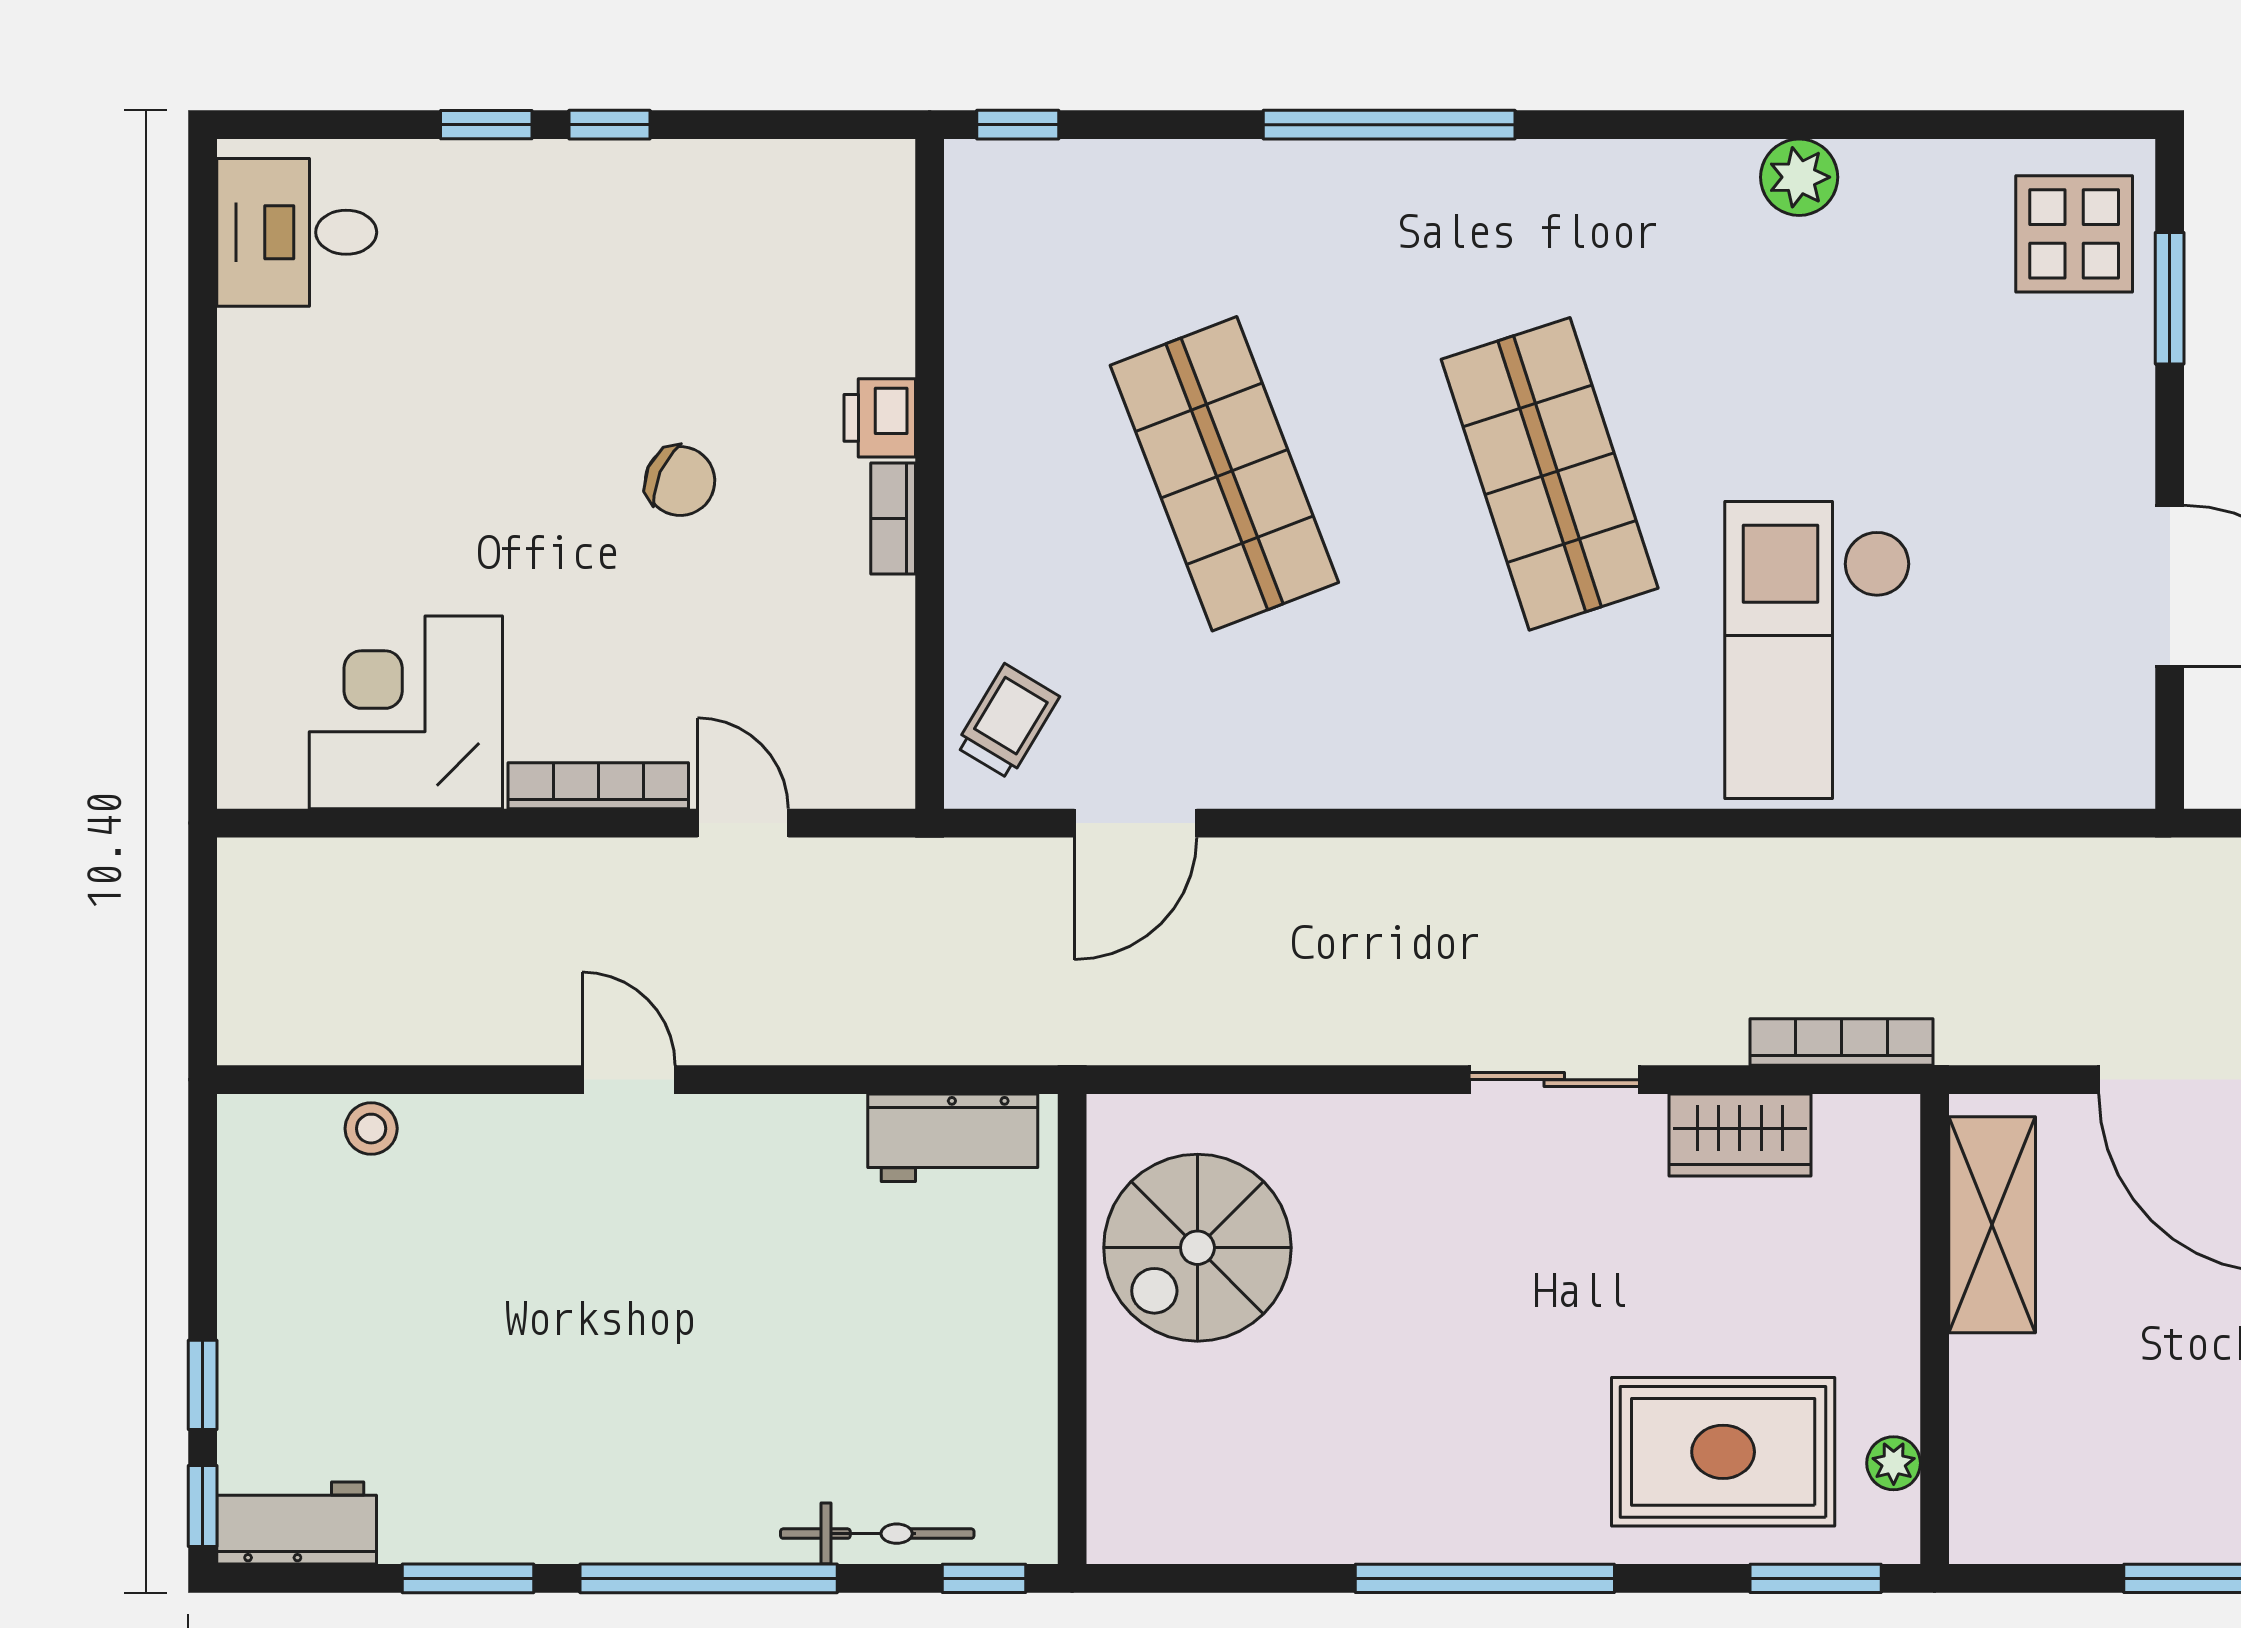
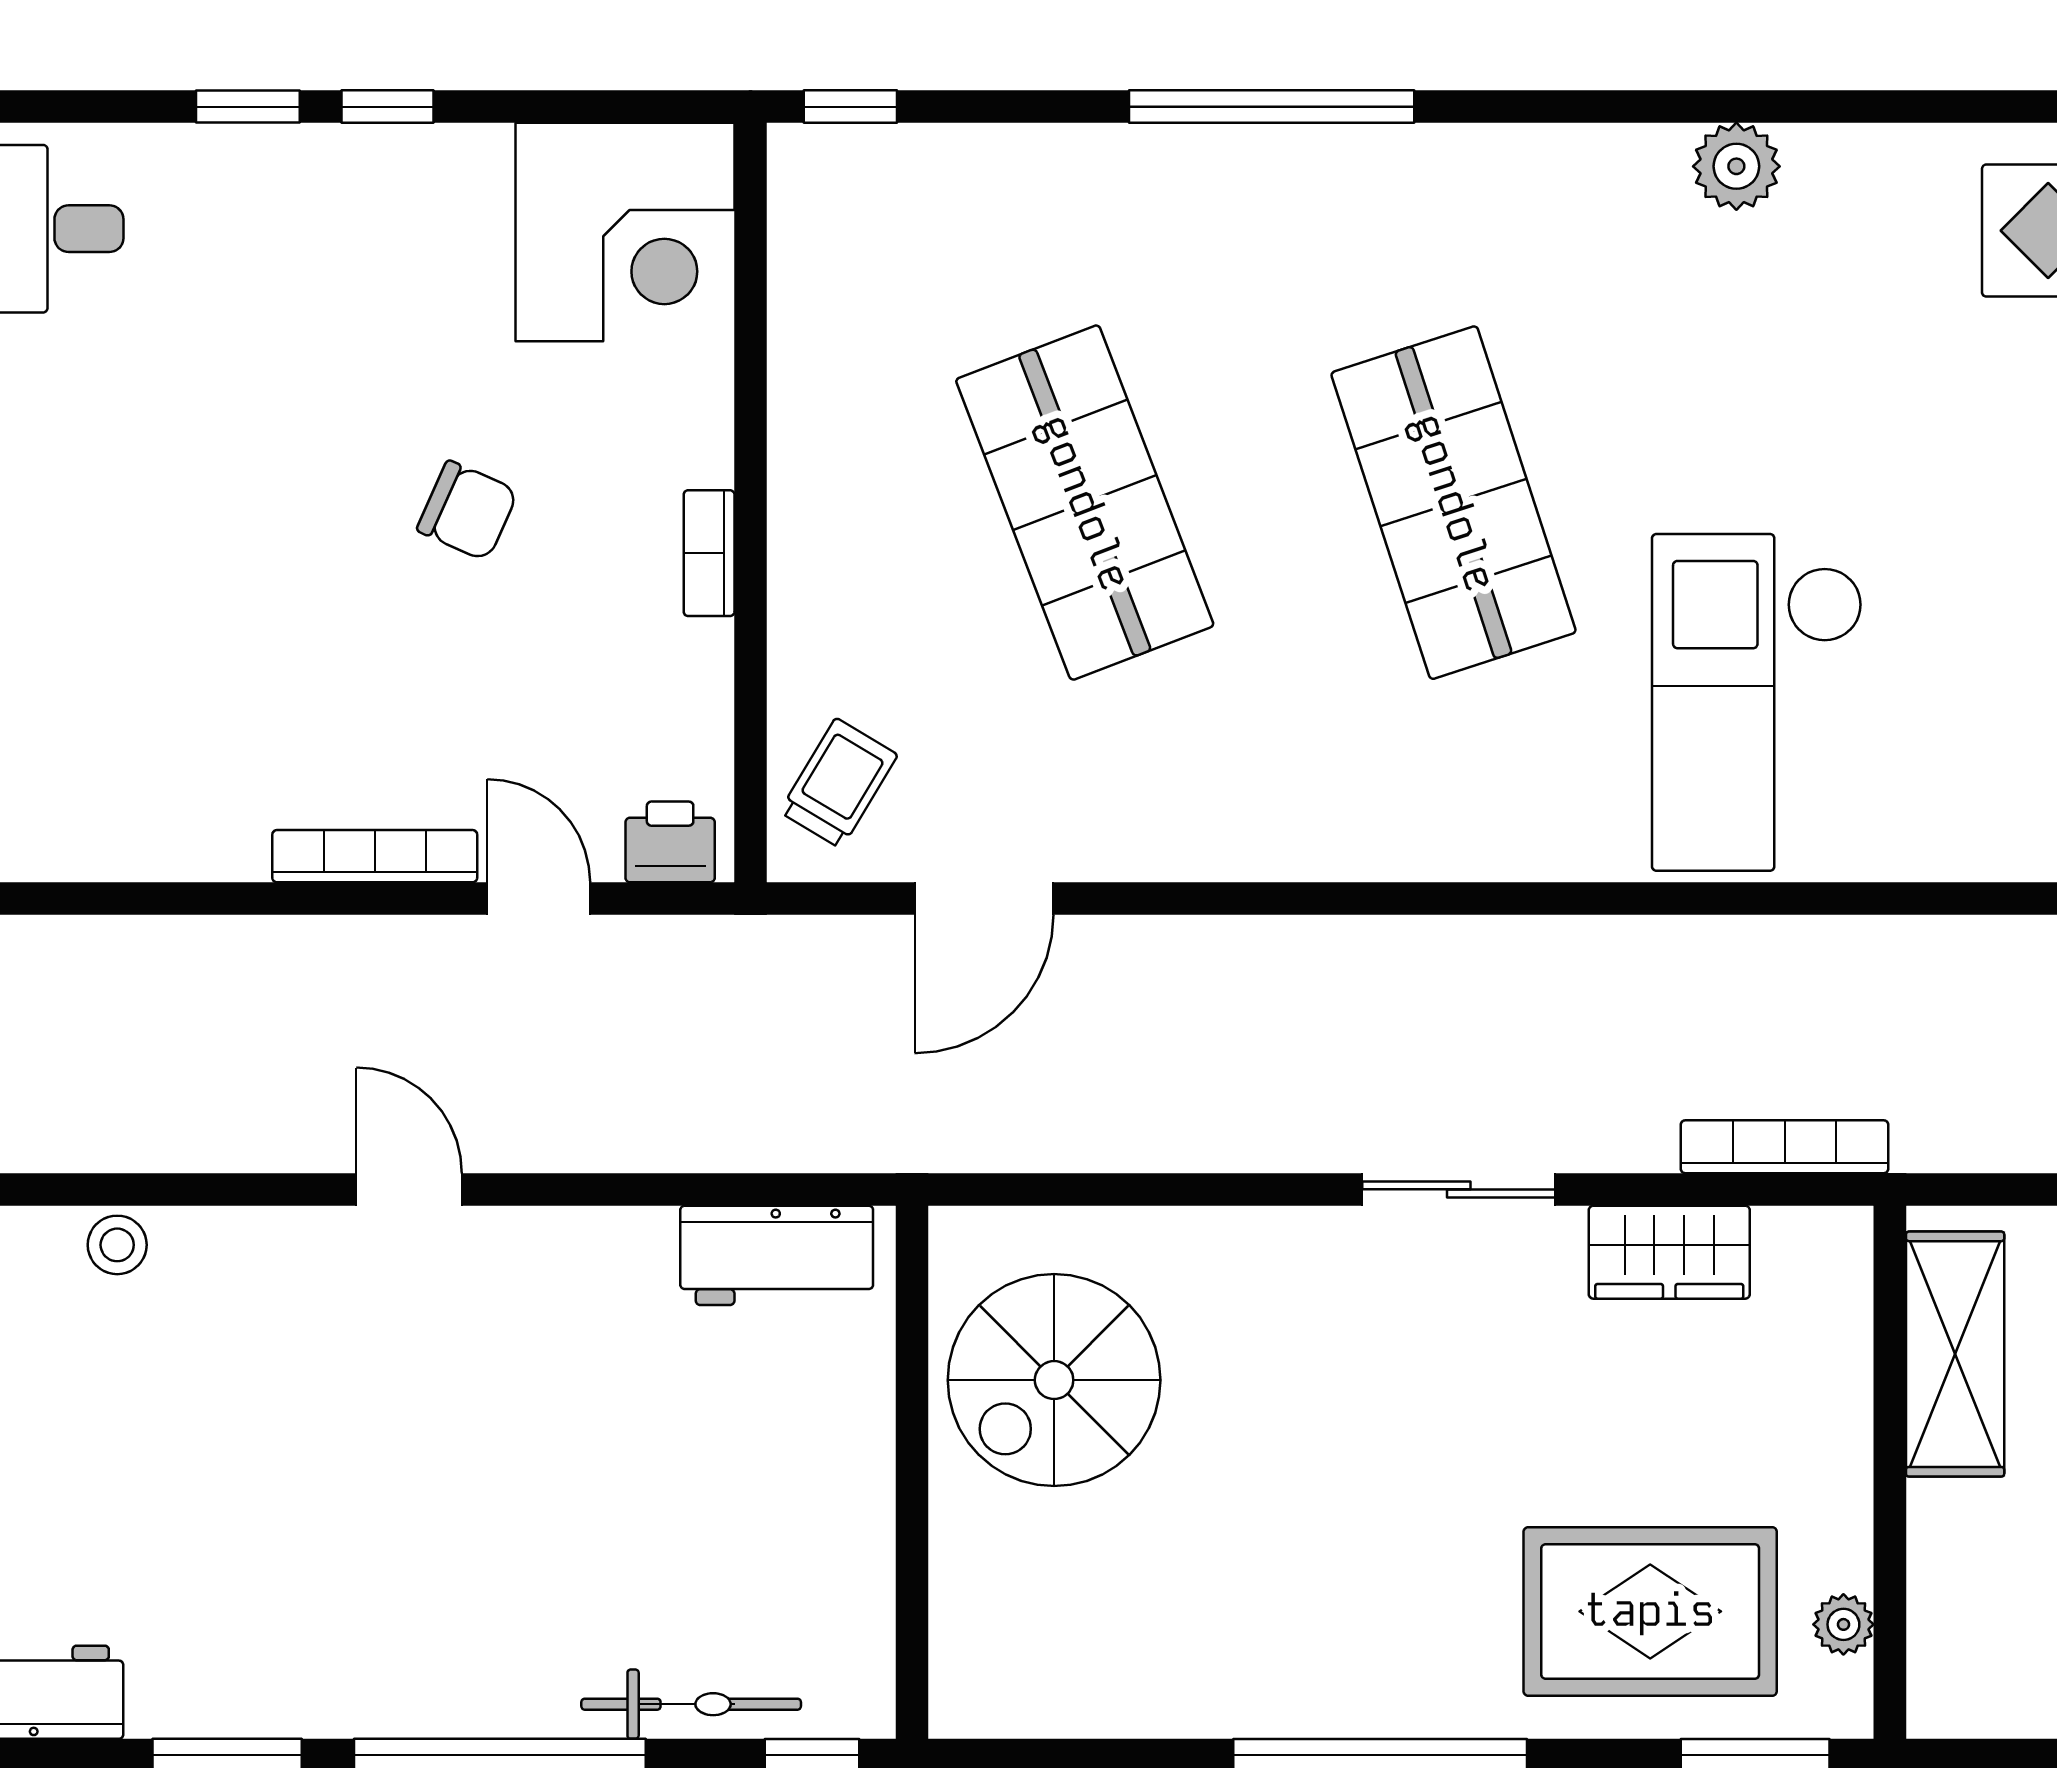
printer: (880, 418) -> (670, 842), moved, turned 90
corner desk: (406, 712) -> (625, 232), moved, turned 180

